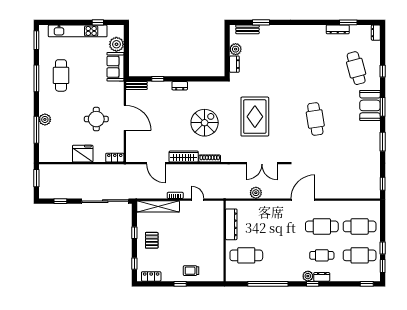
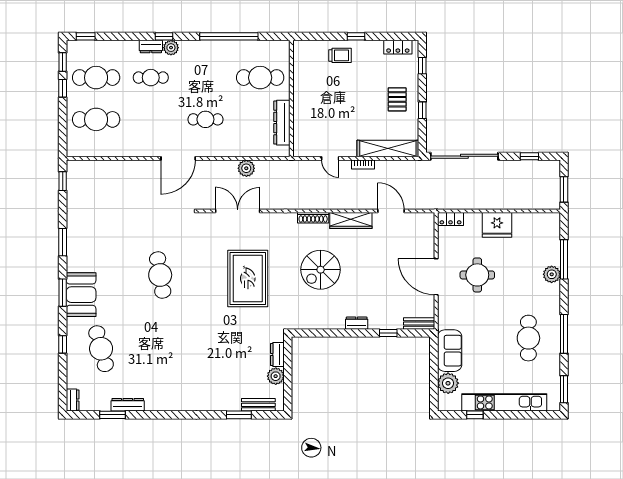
cafe table: (322, 226) -> (205, 119), moved, width x0.73, depth x0.74

